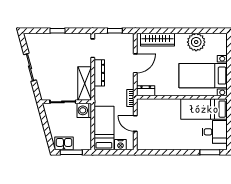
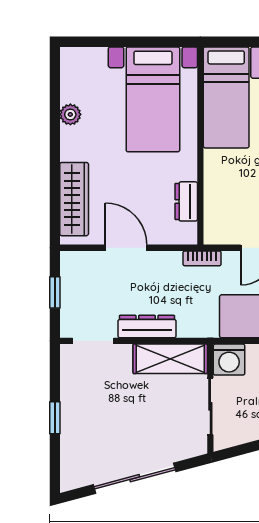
plant: (196, 42) -> (70, 114), width x0.53, depth x0.53
sliding door: (30, 67) -> (135, 478), width x1.37
dresser: (146, 91) -> (186, 201), moved

